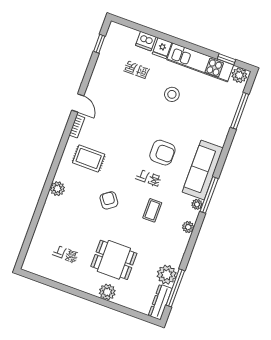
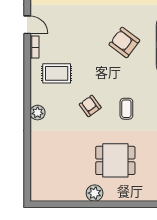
armchair: (162, 153) -> (124, 42), turned -143
coffee table: (152, 210) -> (126, 109), moved
plant: (107, 292) -> (95, 193), moved

